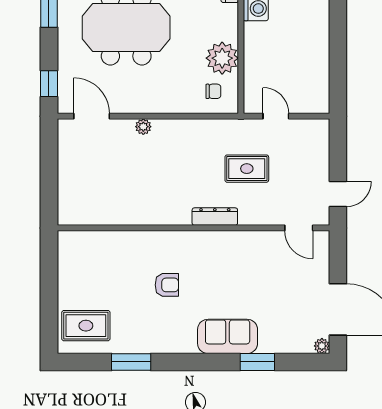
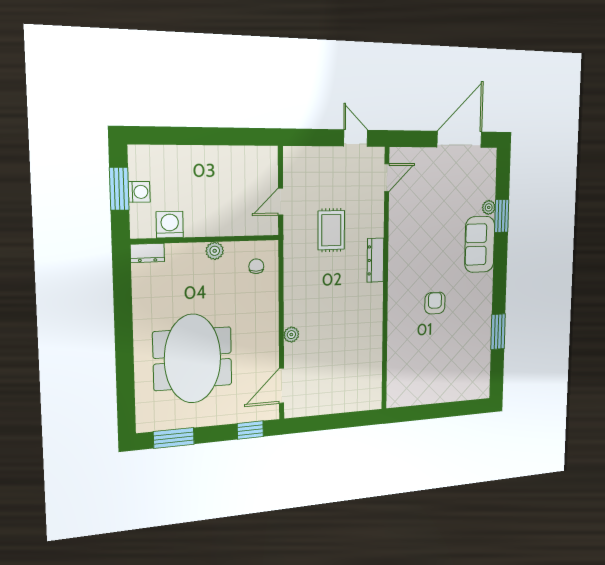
plant: (222, 58) -> (215, 251), width x0.53, depth x0.53
rug: (86, 326) -> (467, 375), removed
plant: (322, 346) -> (489, 207), moved

